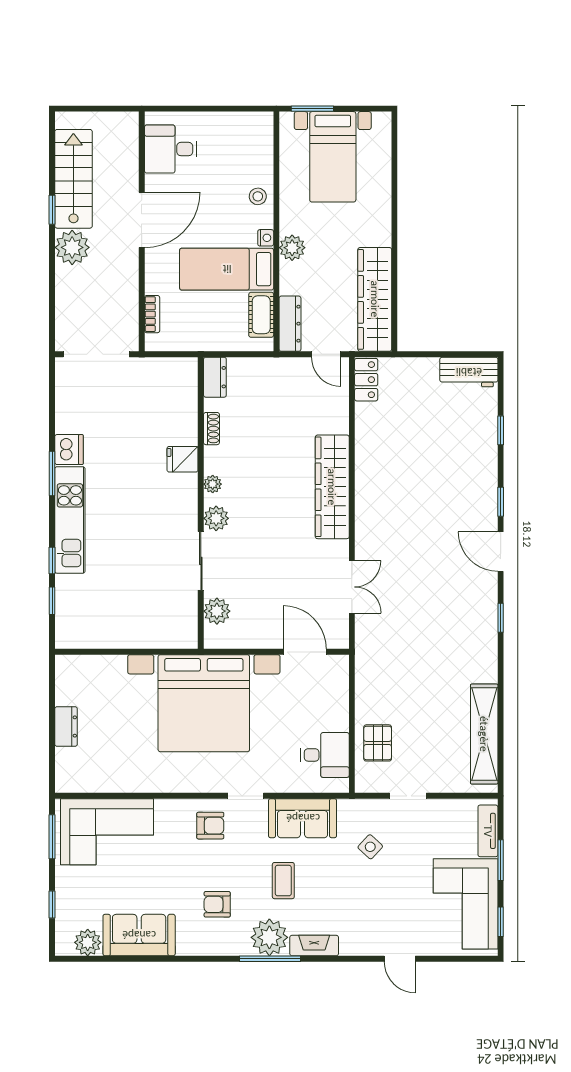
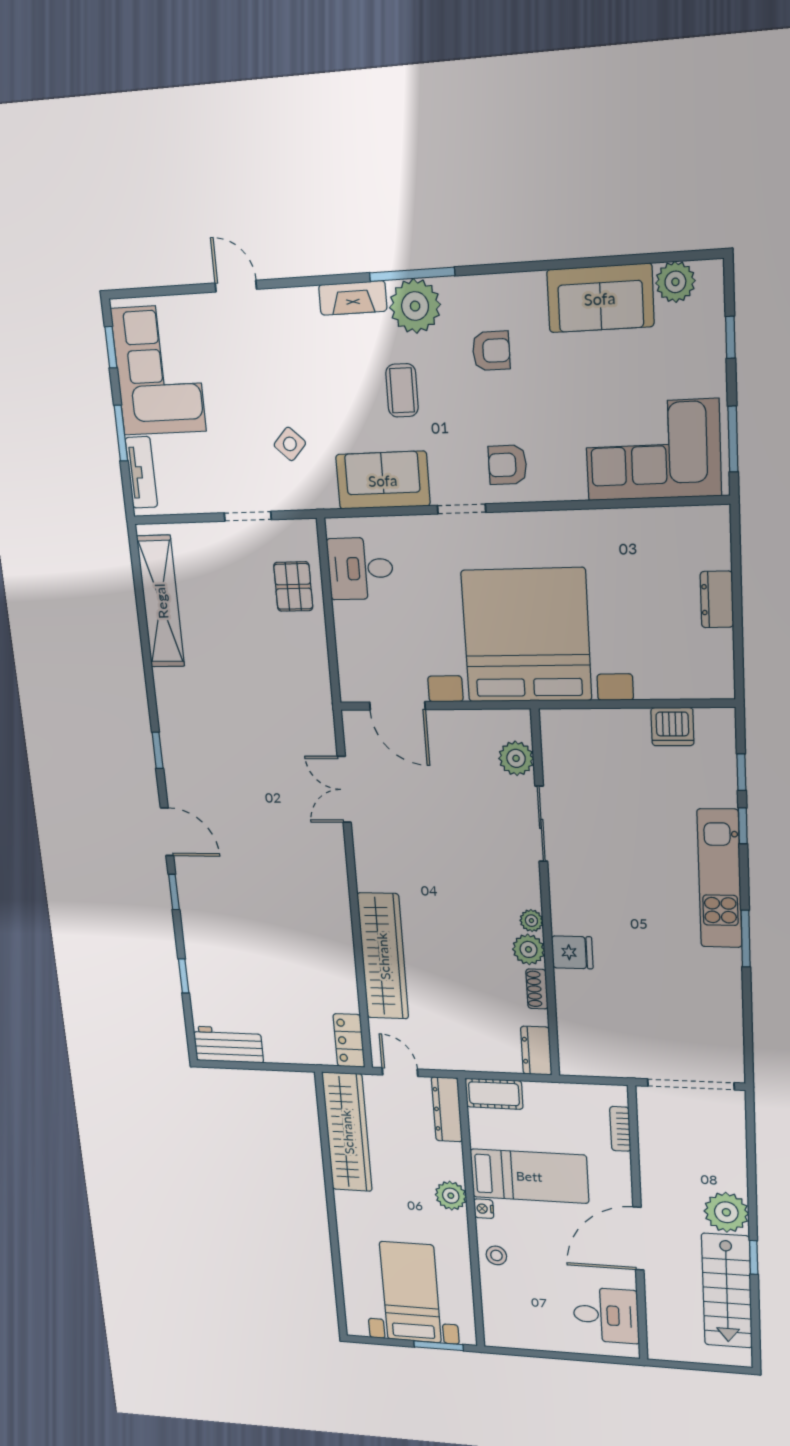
cot: (261, 315) -> (494, 1094), moved, turned 90
dishwasher: (69, 450) -> (672, 727), moved, turned -90
wardrobe: (332, 487) -> (383, 956), moved
plant: (216, 518) -> (529, 949), moved

